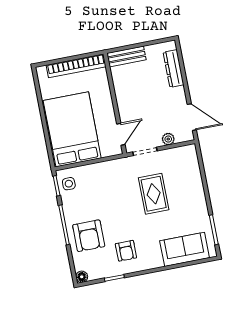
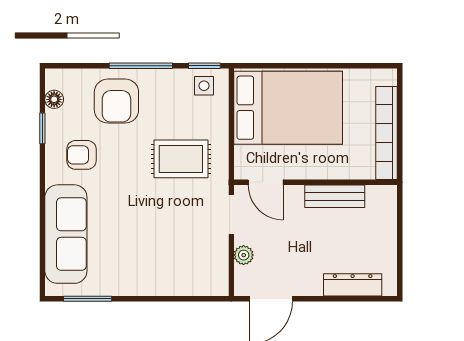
bench: (126, 57) -> (335, 196), moved, turned 90
rug: (154, 194) -> (181, 159), moved
armchair: (89, 236) -> (116, 101), turned -90
sofa: (185, 249) -> (66, 234), width x1.36
floor lamp: (82, 277) -> (54, 99), moved

